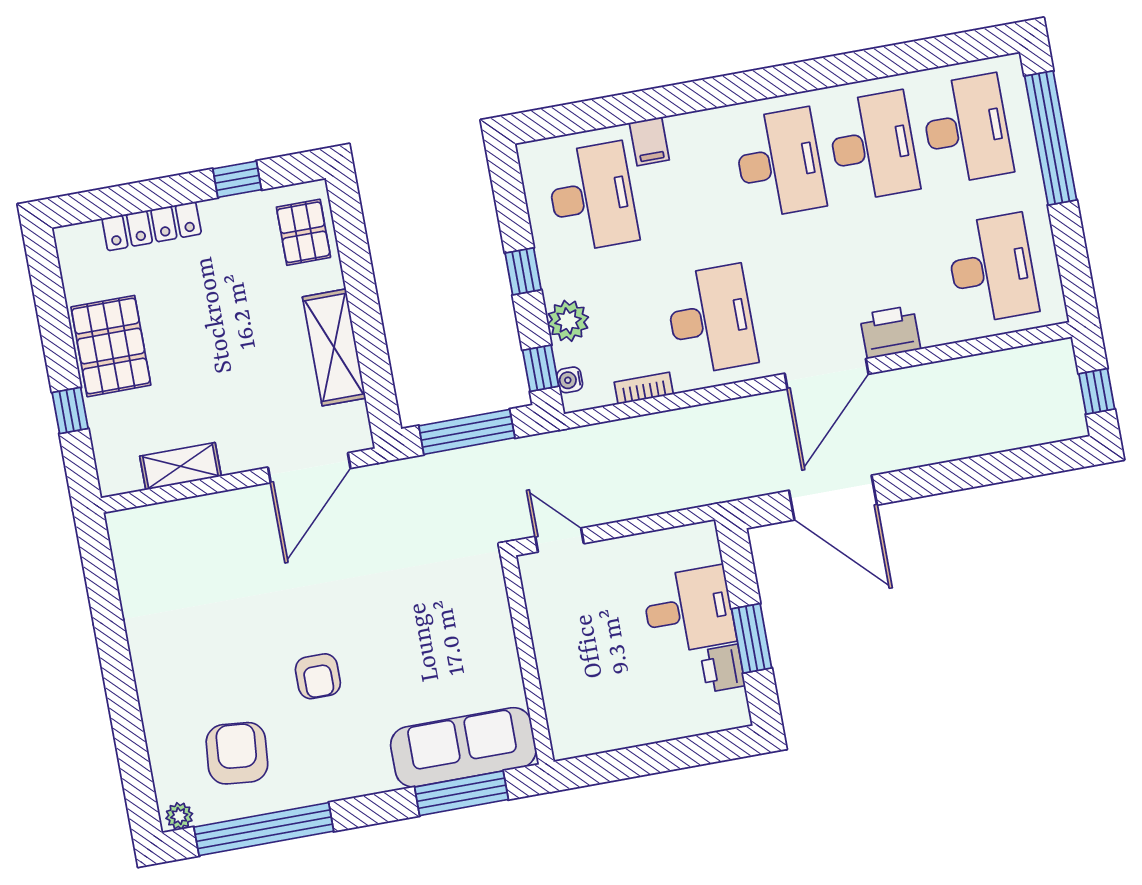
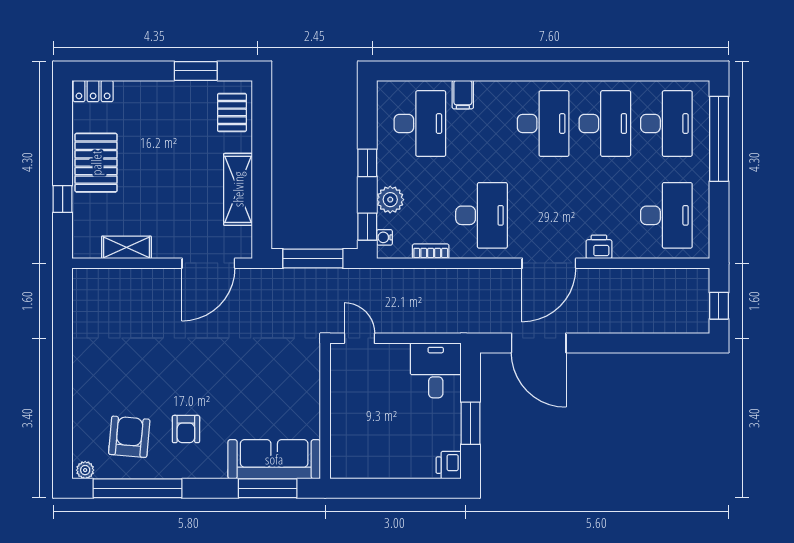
window: (237, 179) -> (196, 71), width x1.50
locker: (152, 226) -> (93, 91), moved, width x0.66
printer: (890, 332) -> (599, 247), width x0.73, depth x0.81
desk: (689, 610) -> (436, 370), moved, turned -90
printer: (723, 668) -> (449, 465), moved
armchair: (318, 676) -> (186, 429), moved

